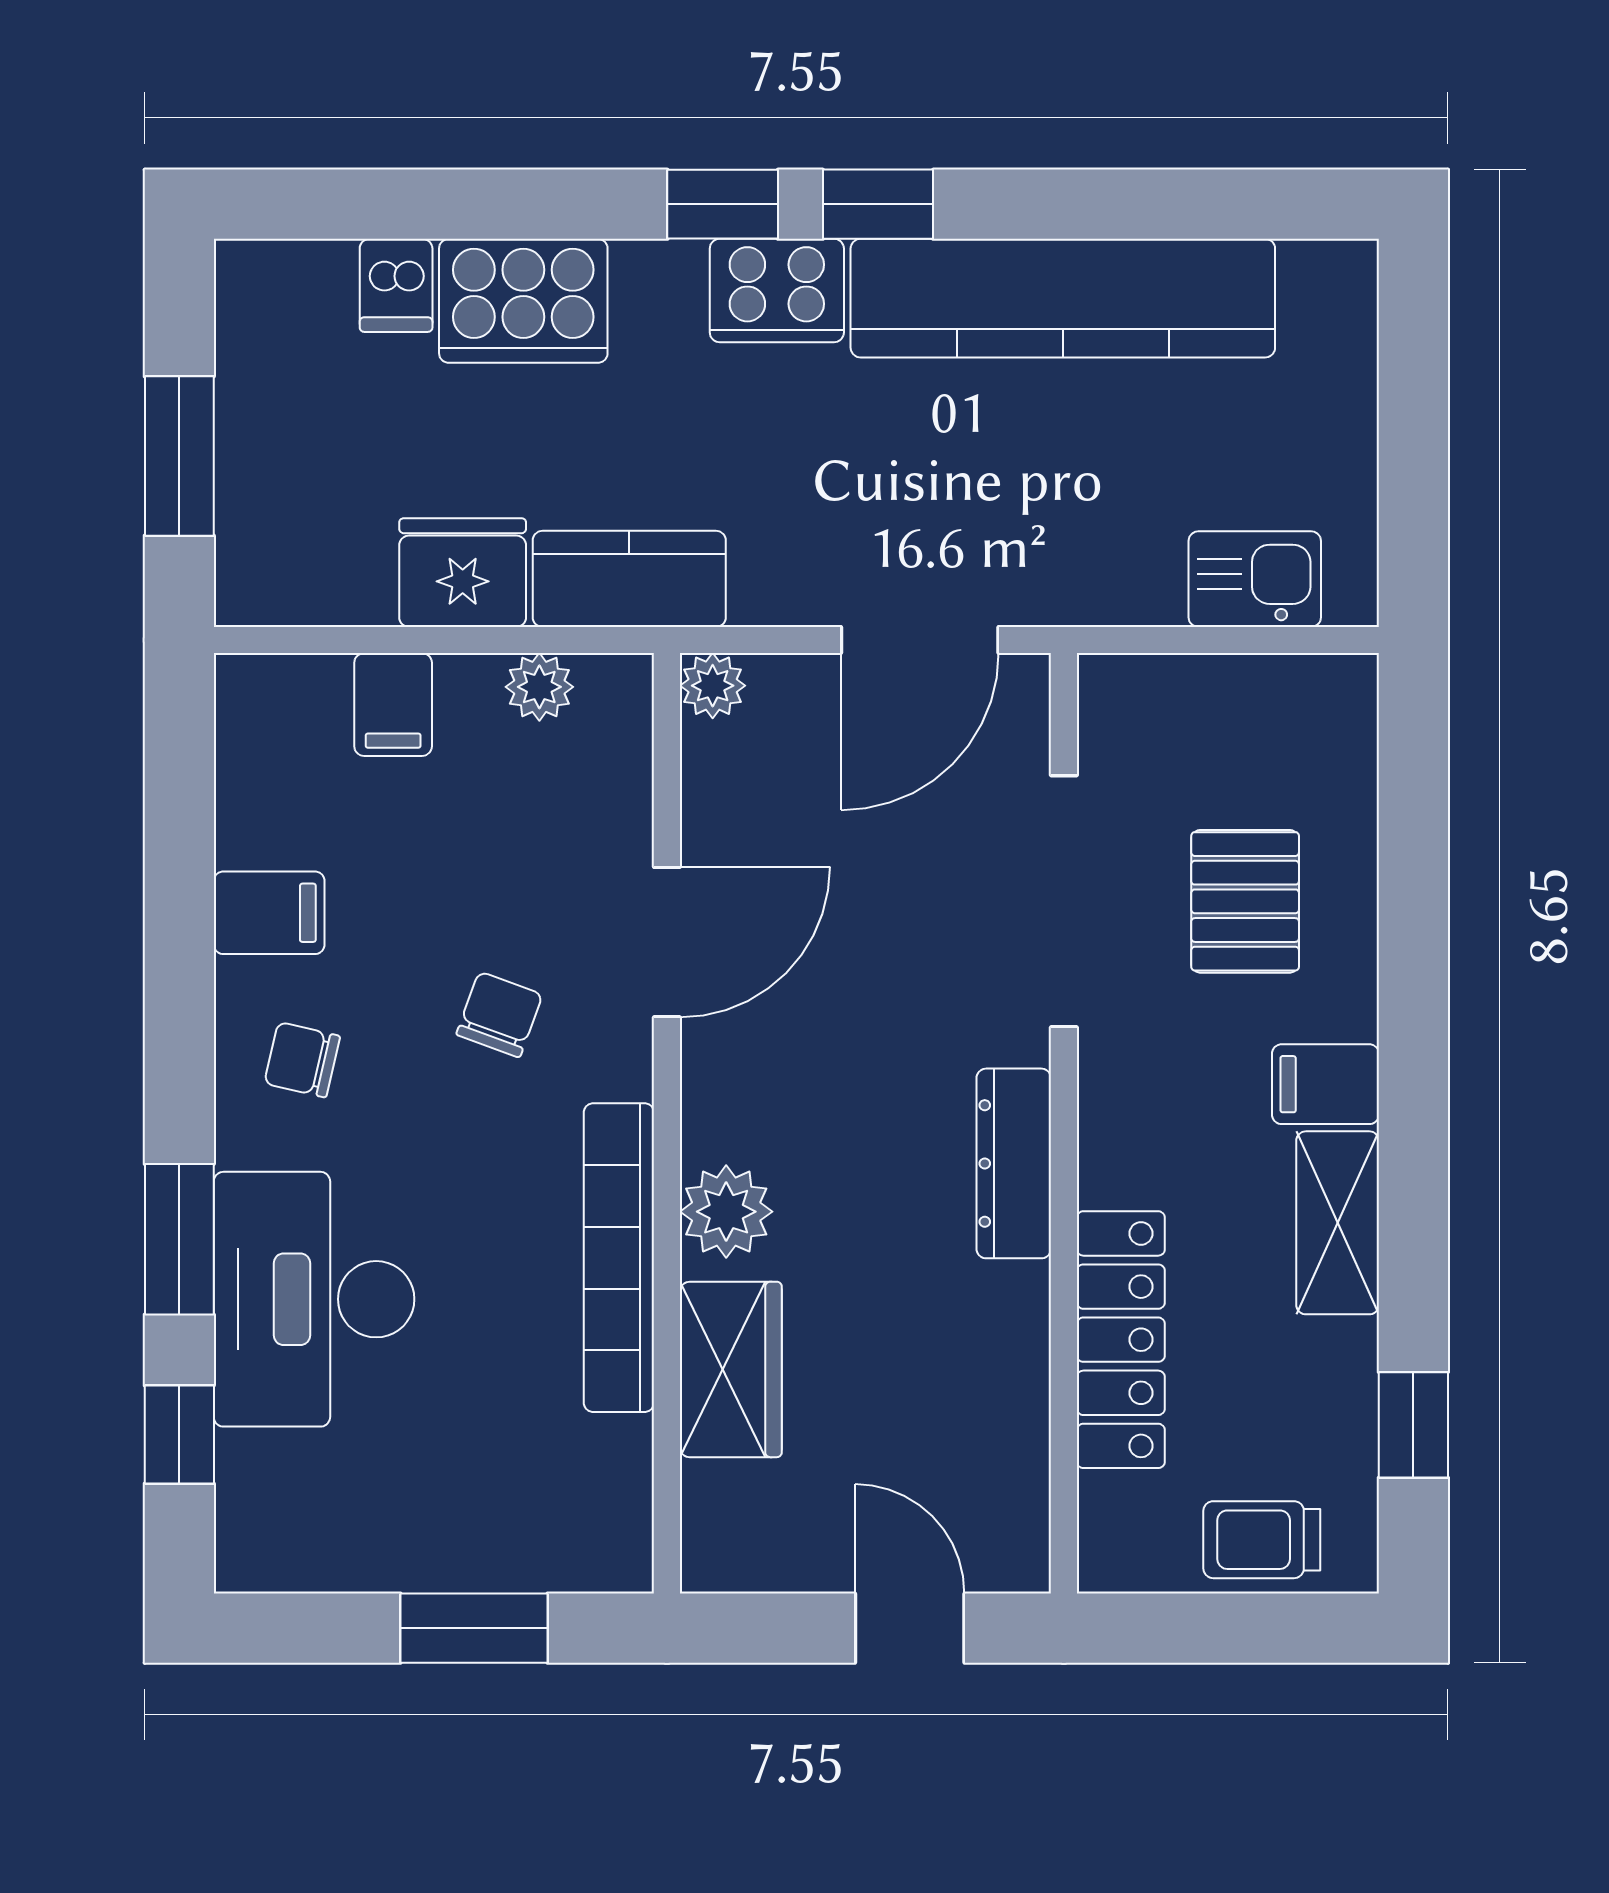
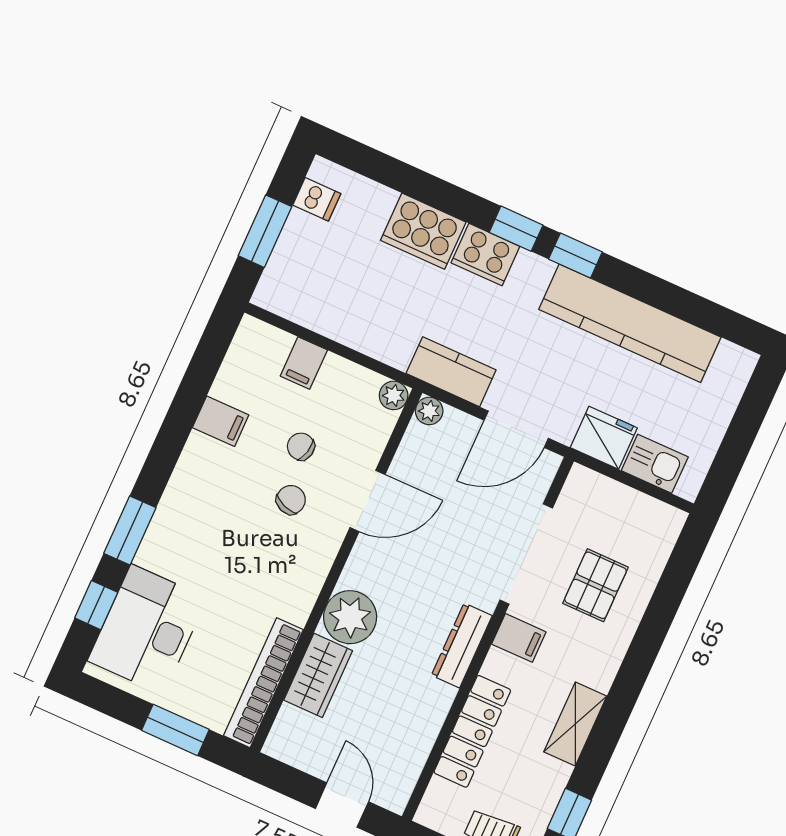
dishwasher: (396, 285) -> (317, 199), moved, turned -90
cooker: (777, 291) -> (485, 255), moved
fridge: (463, 573) -> (604, 438), moved
kitchen counter: (629, 579) -> (451, 372), moved
plant: (539, 687) -> (394, 395), moved
chair: (302, 1060) -> (301, 447), moved
filing cabinet: (1325, 1084) -> (519, 638), moved, turned 180
plant: (726, 1212) -> (350, 617), width x1.36, depth x1.36
bookcase: (619, 1258) -> (263, 683), moved
desk: (314, 1299) -> (147, 629), moved

